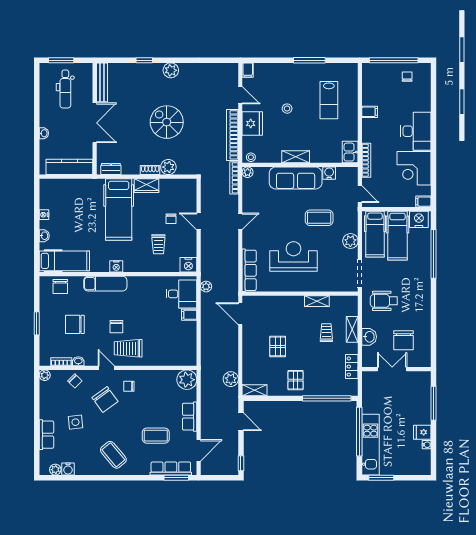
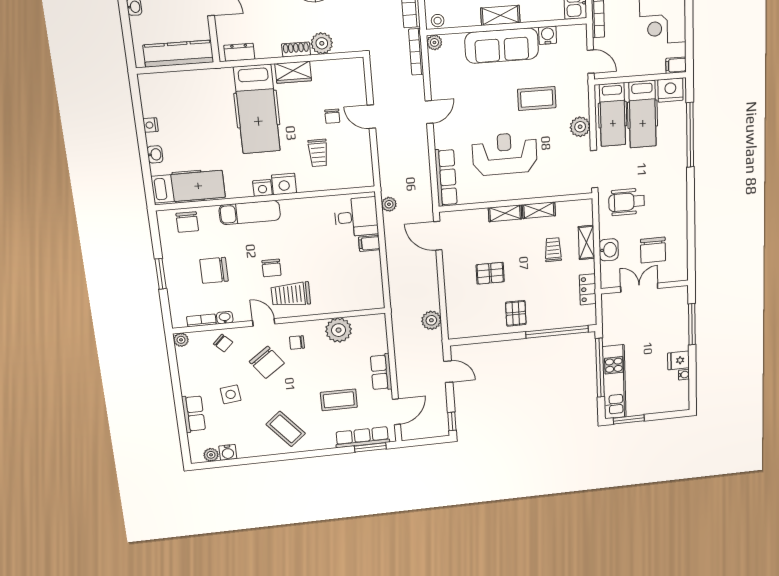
nightstand: (188, 265) -> (284, 184), moved
pallet: (278, 346) -> (490, 273), turned 90
plant: (187, 380) -> (339, 330), moved
shelving: (254, 390) -> (505, 213), moved

